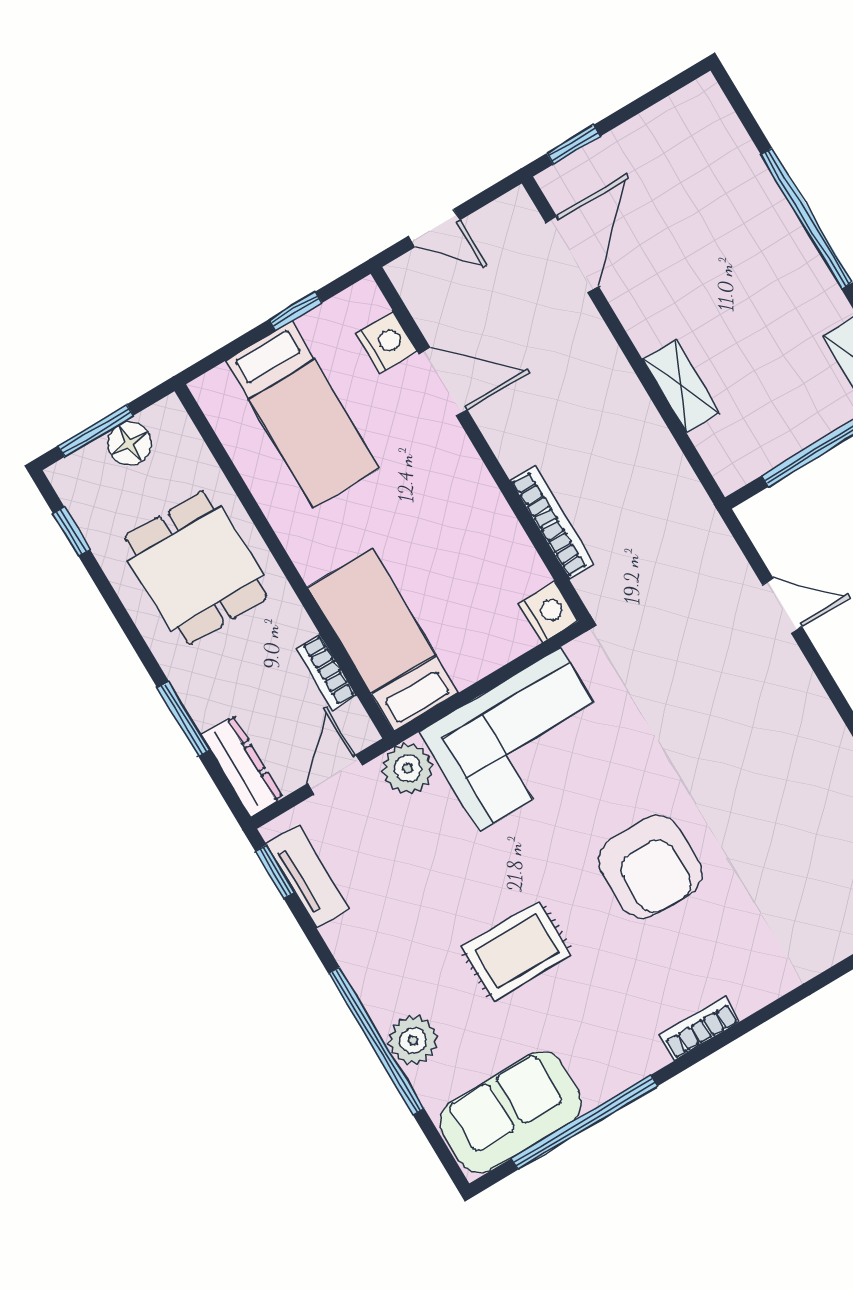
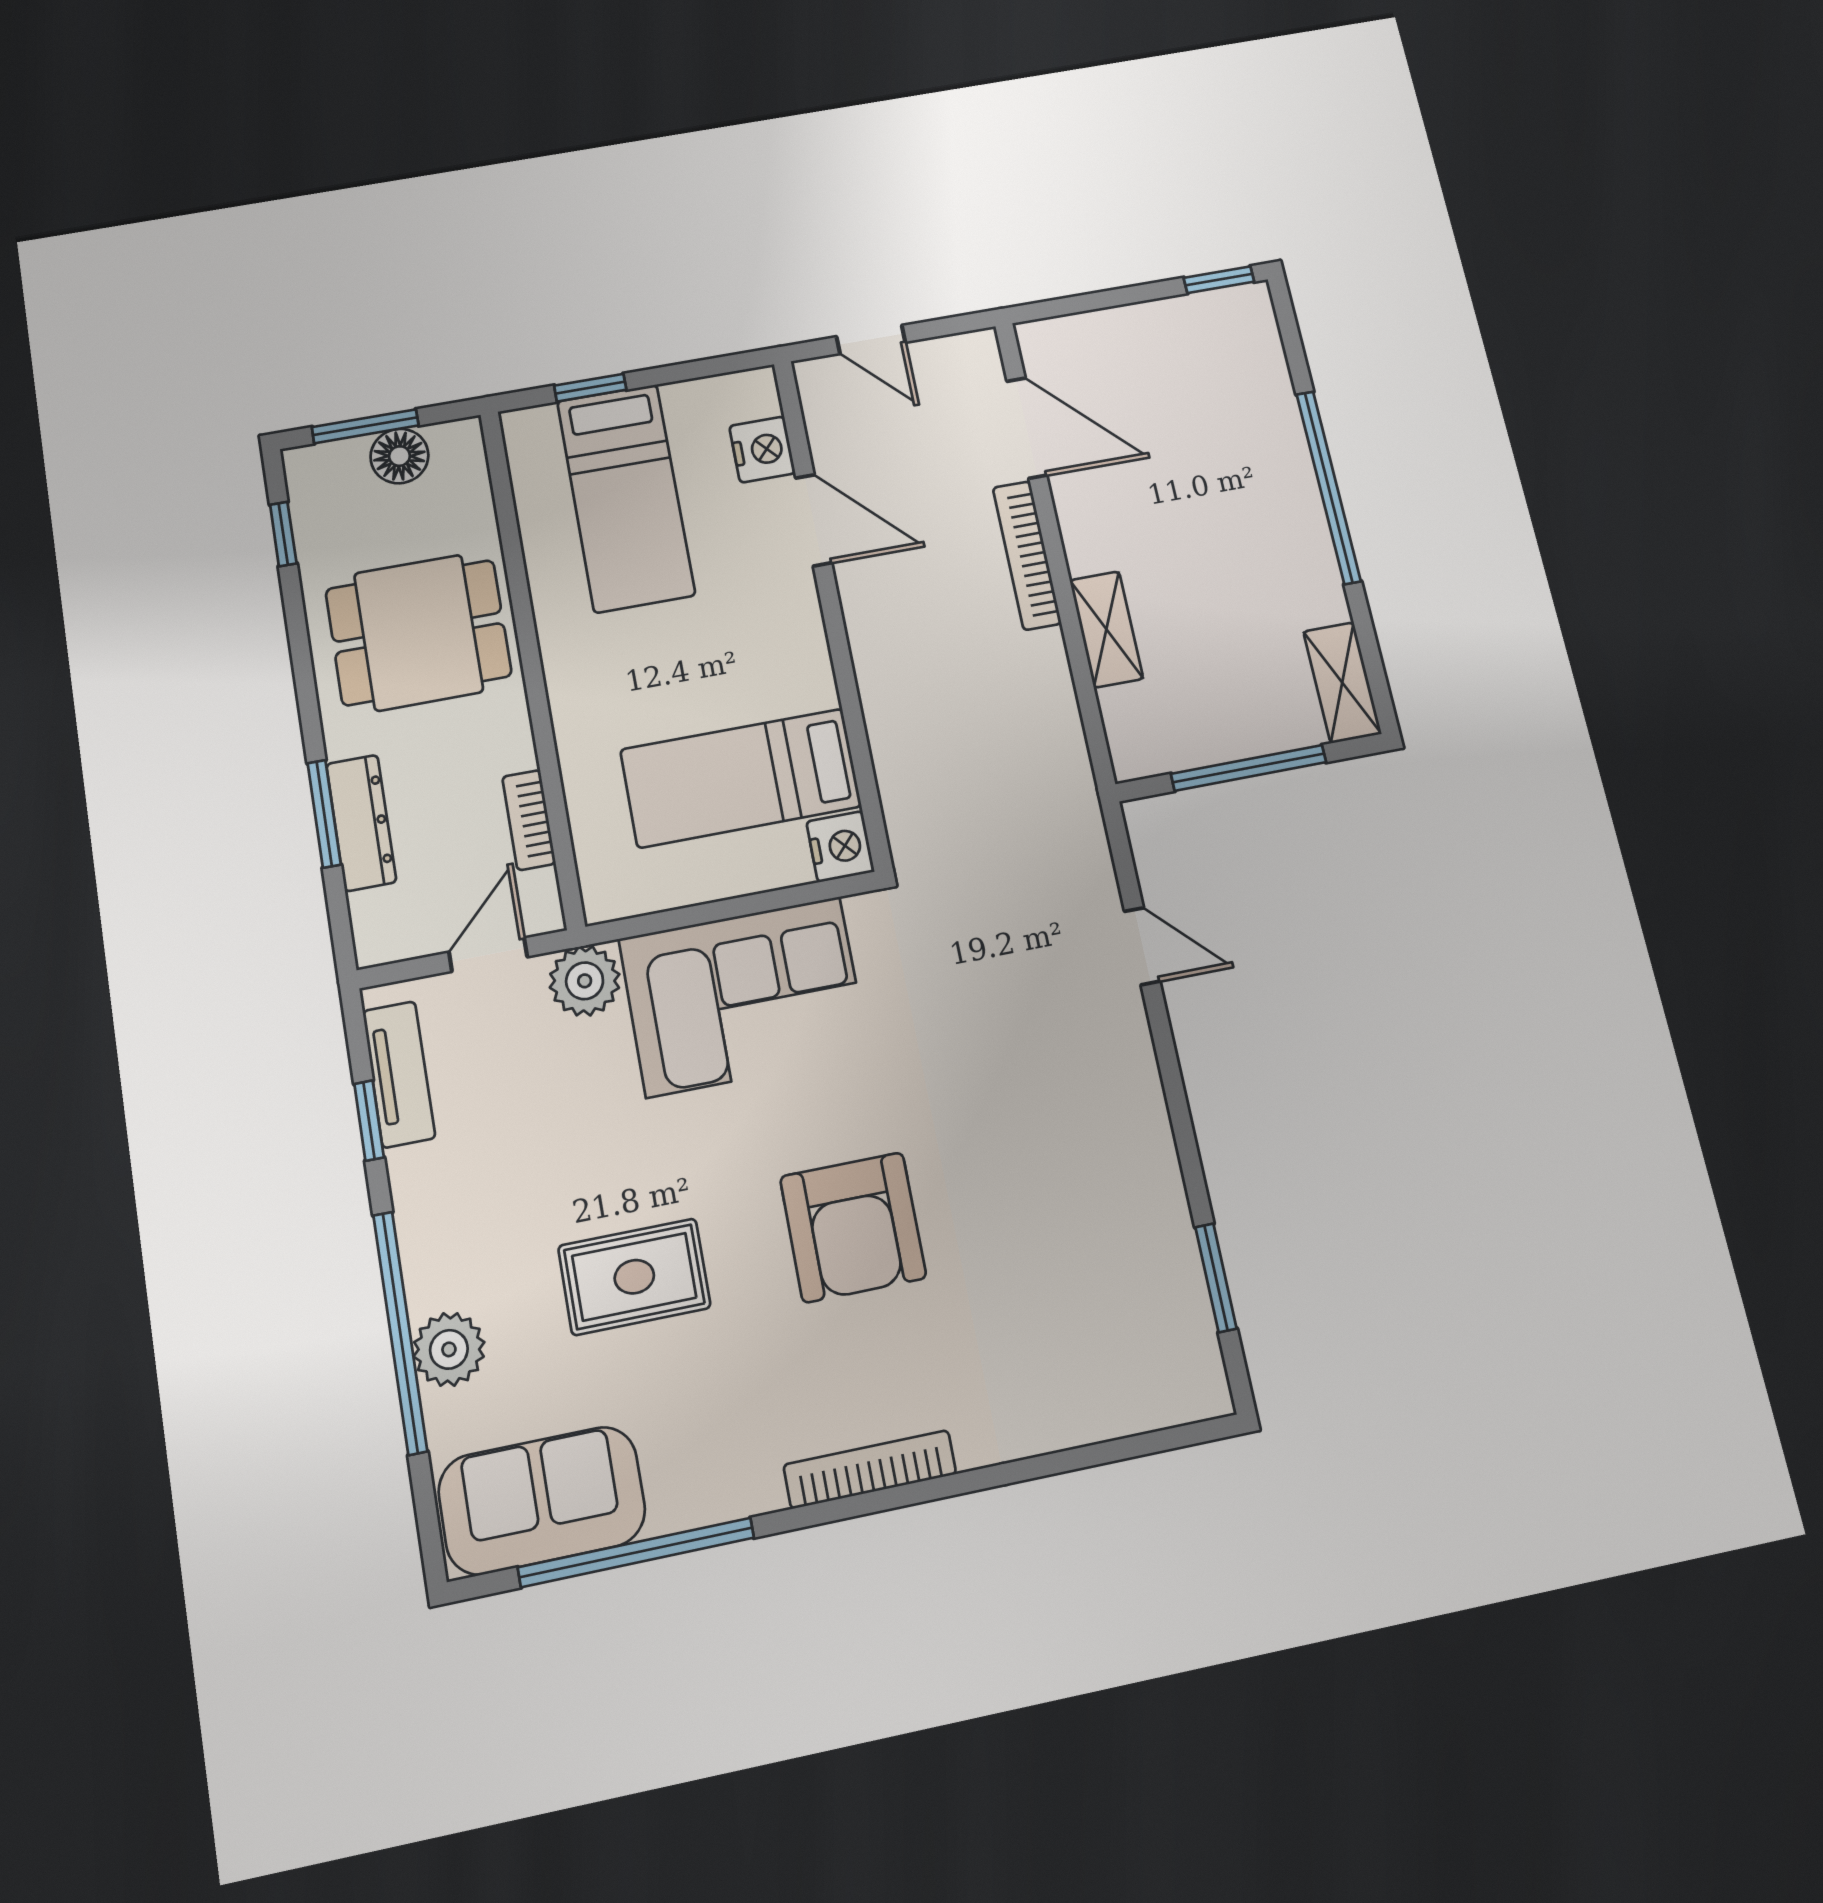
window: (573, 145) -> (1219, 280), moved
door: (572, 254) -> (1027, 428), hinge flipped
window: (296, 311) -> (590, 388), moved
bookcase: (552, 523) -> (1027, 555), moved, turned 180
dining table: (196, 568) -> (418, 632), turned 90
bed: (383, 640) -> (741, 778), moved, turned -90
dresser: (242, 766) -> (361, 823), moved
window: (275, 872) -> (369, 1121), moved
bookcase: (699, 1028) -> (870, 1469), width x1.56

